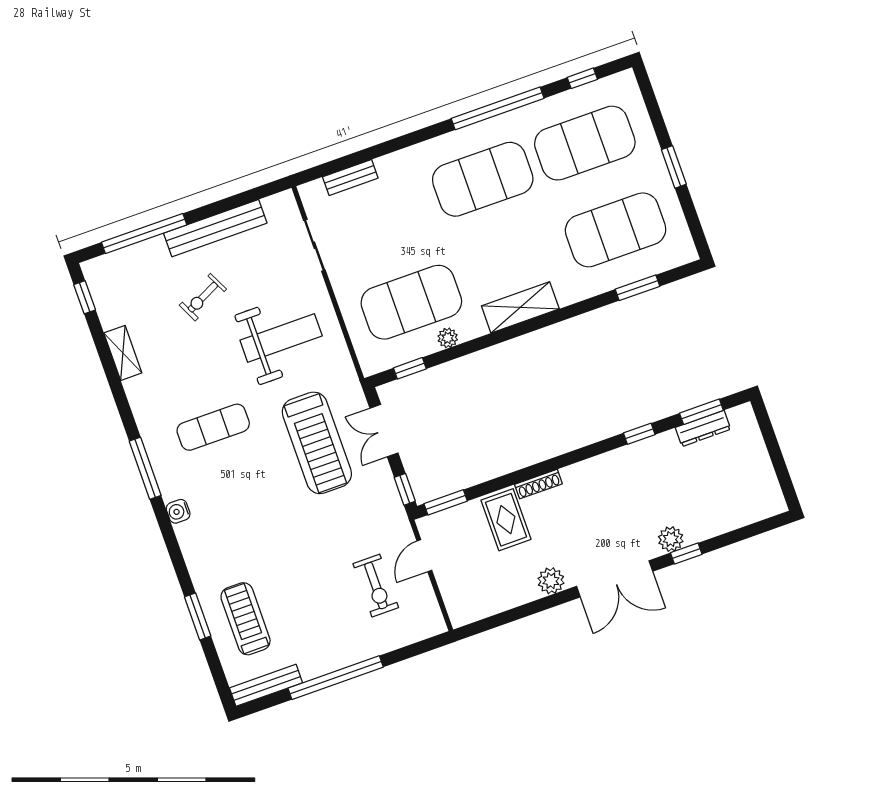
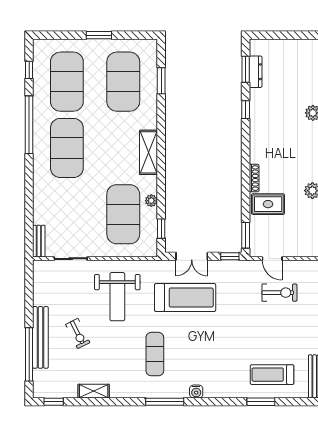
bench: (350, 177) -> (39, 241), moved
bench: (215, 228) -> (40, 337), moved
weight bench: (281, 338) -> (117, 297), turned 180

